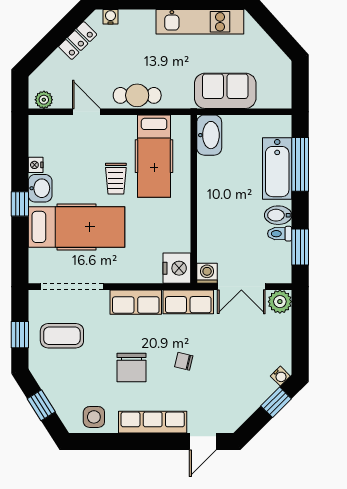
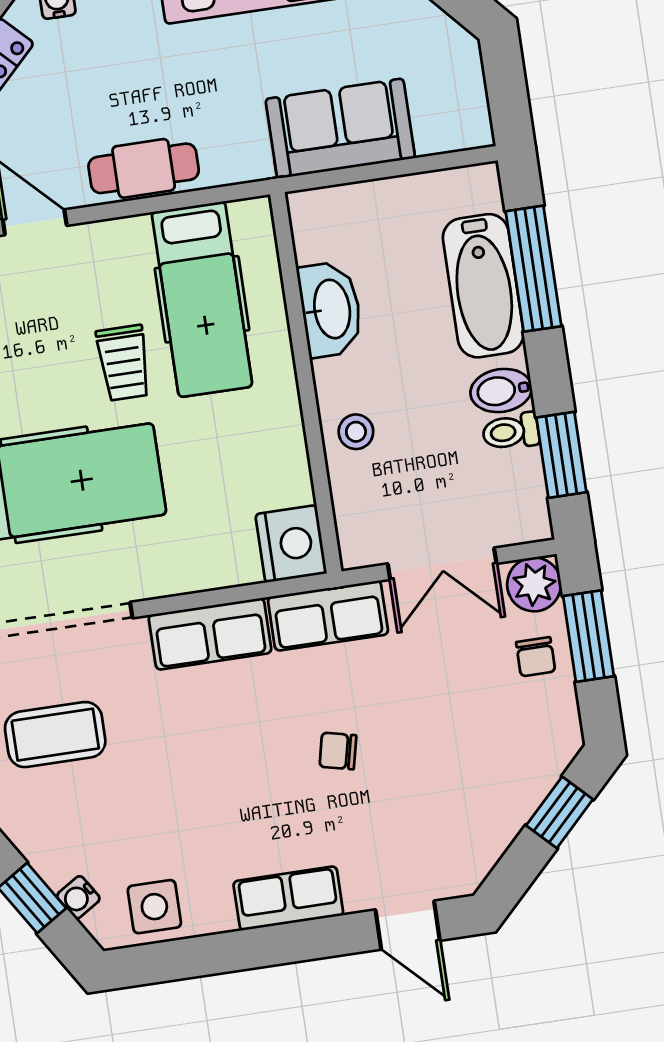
washbasin: (209, 135) -> (330, 309), moved
stool: (212, 224) -> (356, 432), added
washing machine: (207, 273) -> (361, 545), removed
window: (300, 328) -> (588, 636), added
chair: (131, 367) -> (536, 657), moved, width x0.54, depth x0.54
water cooler: (280, 376) -> (78, 897), moved, turned 103
row of seats: (153, 422) -> (288, 898), width x0.68
door: (203, 441) -> (408, 925), hinge flipped

